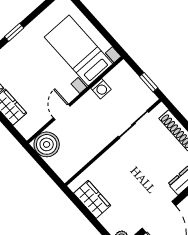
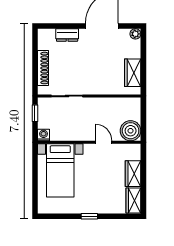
washing machine: (101, 89) -> (44, 135), moved
door: (62, 112) -> (104, 142), swing flipped

